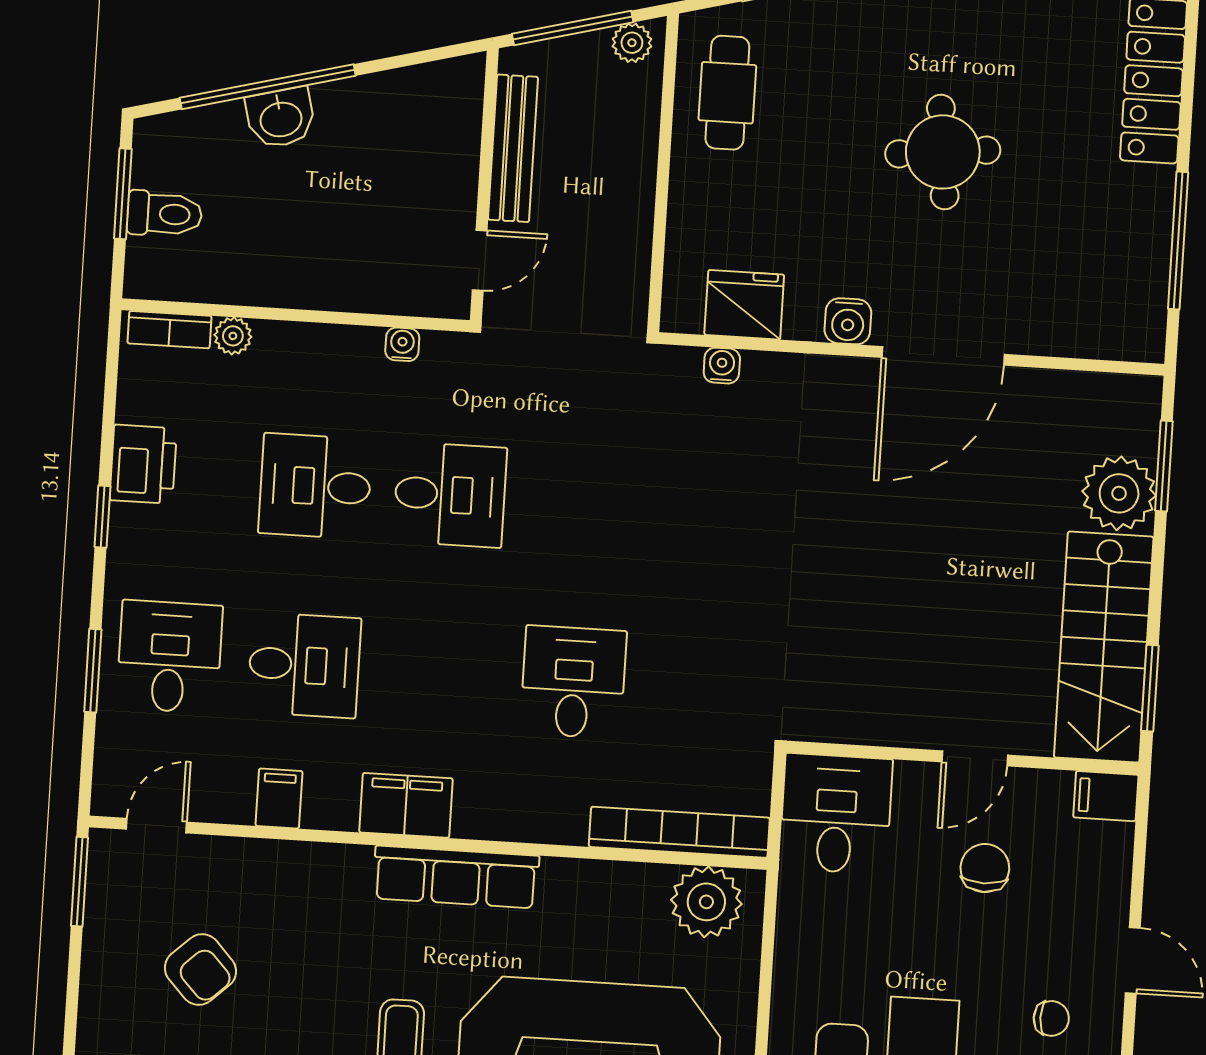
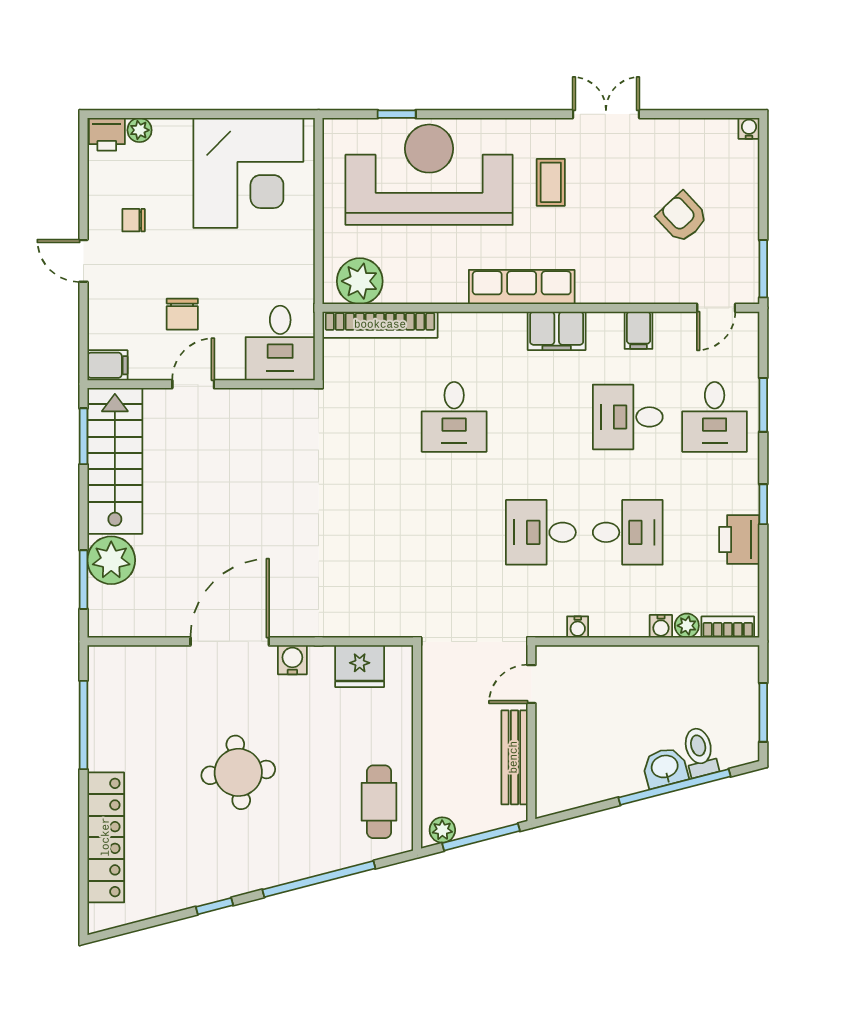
toilet: (164, 214) -> (700, 752), moved, turned 75
water cooler: (722, 366) -> (661, 626), moved

